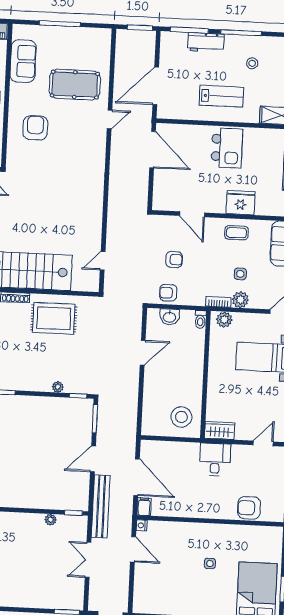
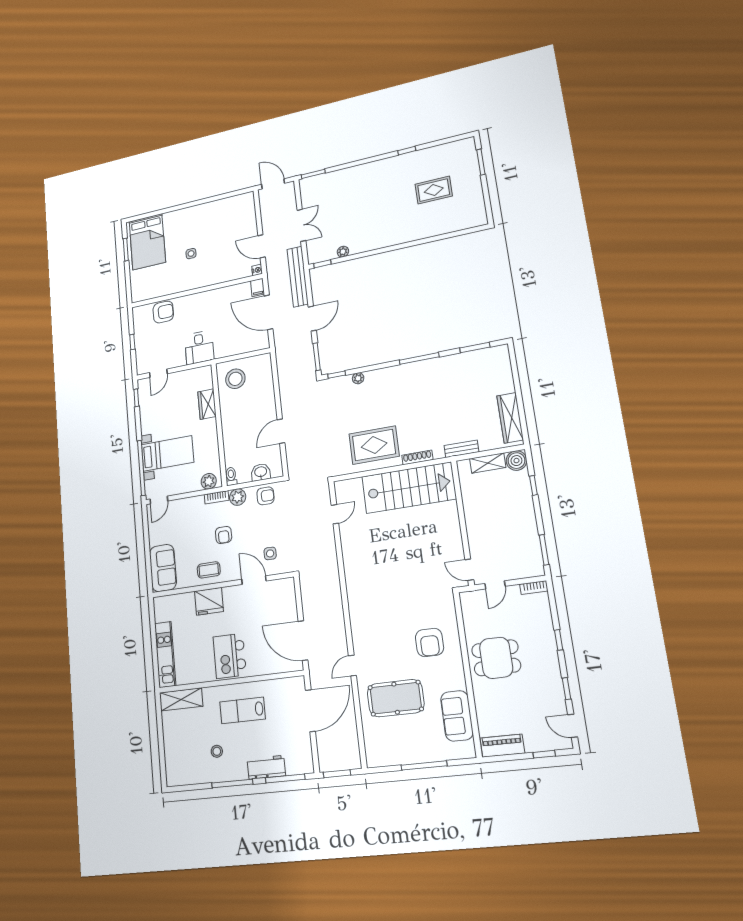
armchair: (174, 260) -> (224, 535), moved, turned -90
side table: (240, 274) -> (270, 553), moved
plant: (240, 300) -> (238, 497), moved
wardrobe: (220, 431) -> (207, 404), moved, turned 90

